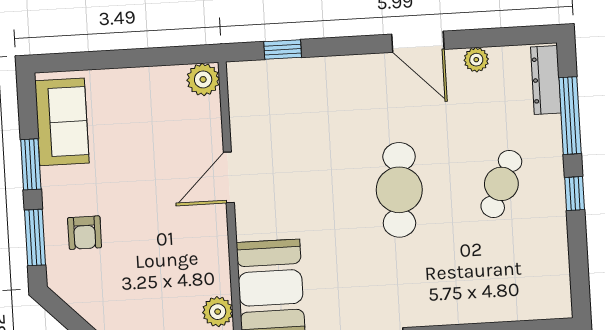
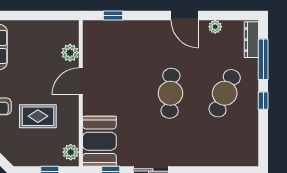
plant: (203, 79) -> (70, 53), moved
cafe table: (501, 184) -> (225, 93), width x1.37, depth x1.35
rug: (152, 248) -> (38, 116), added

